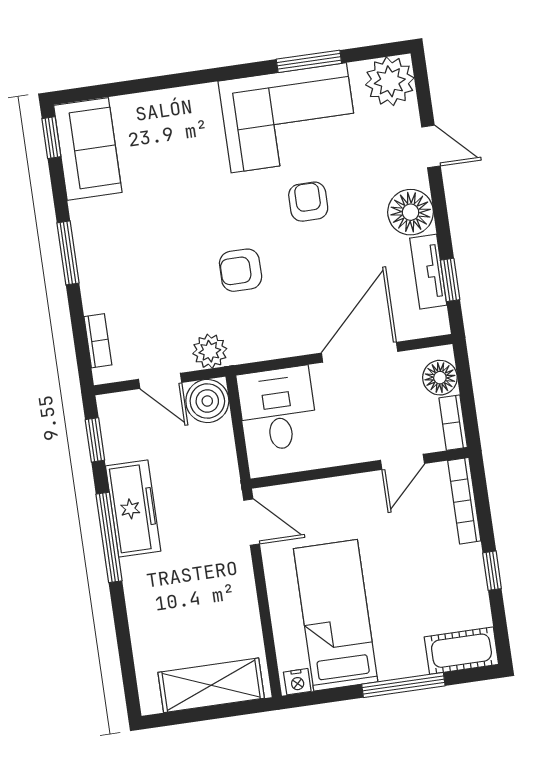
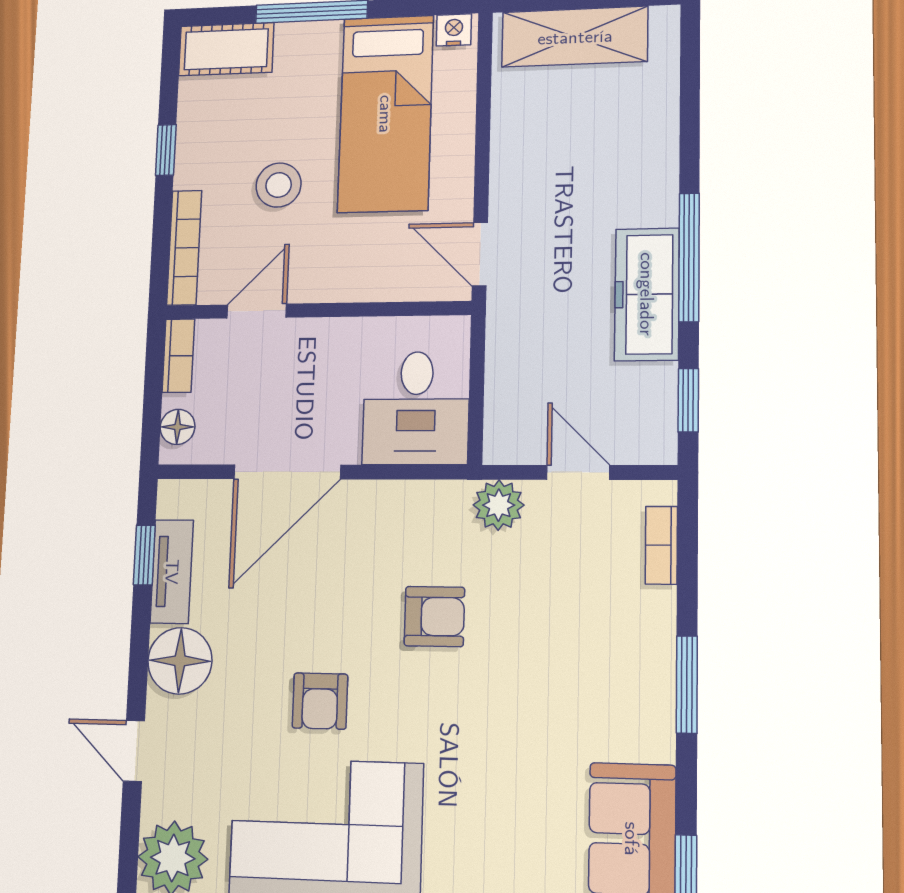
floor lamp: (440, 378) -> (178, 427), width x0.73, depth x0.73
boiler: (207, 401) -> (514, 434), removed
stool: (404, 555) -> (279, 185), added

